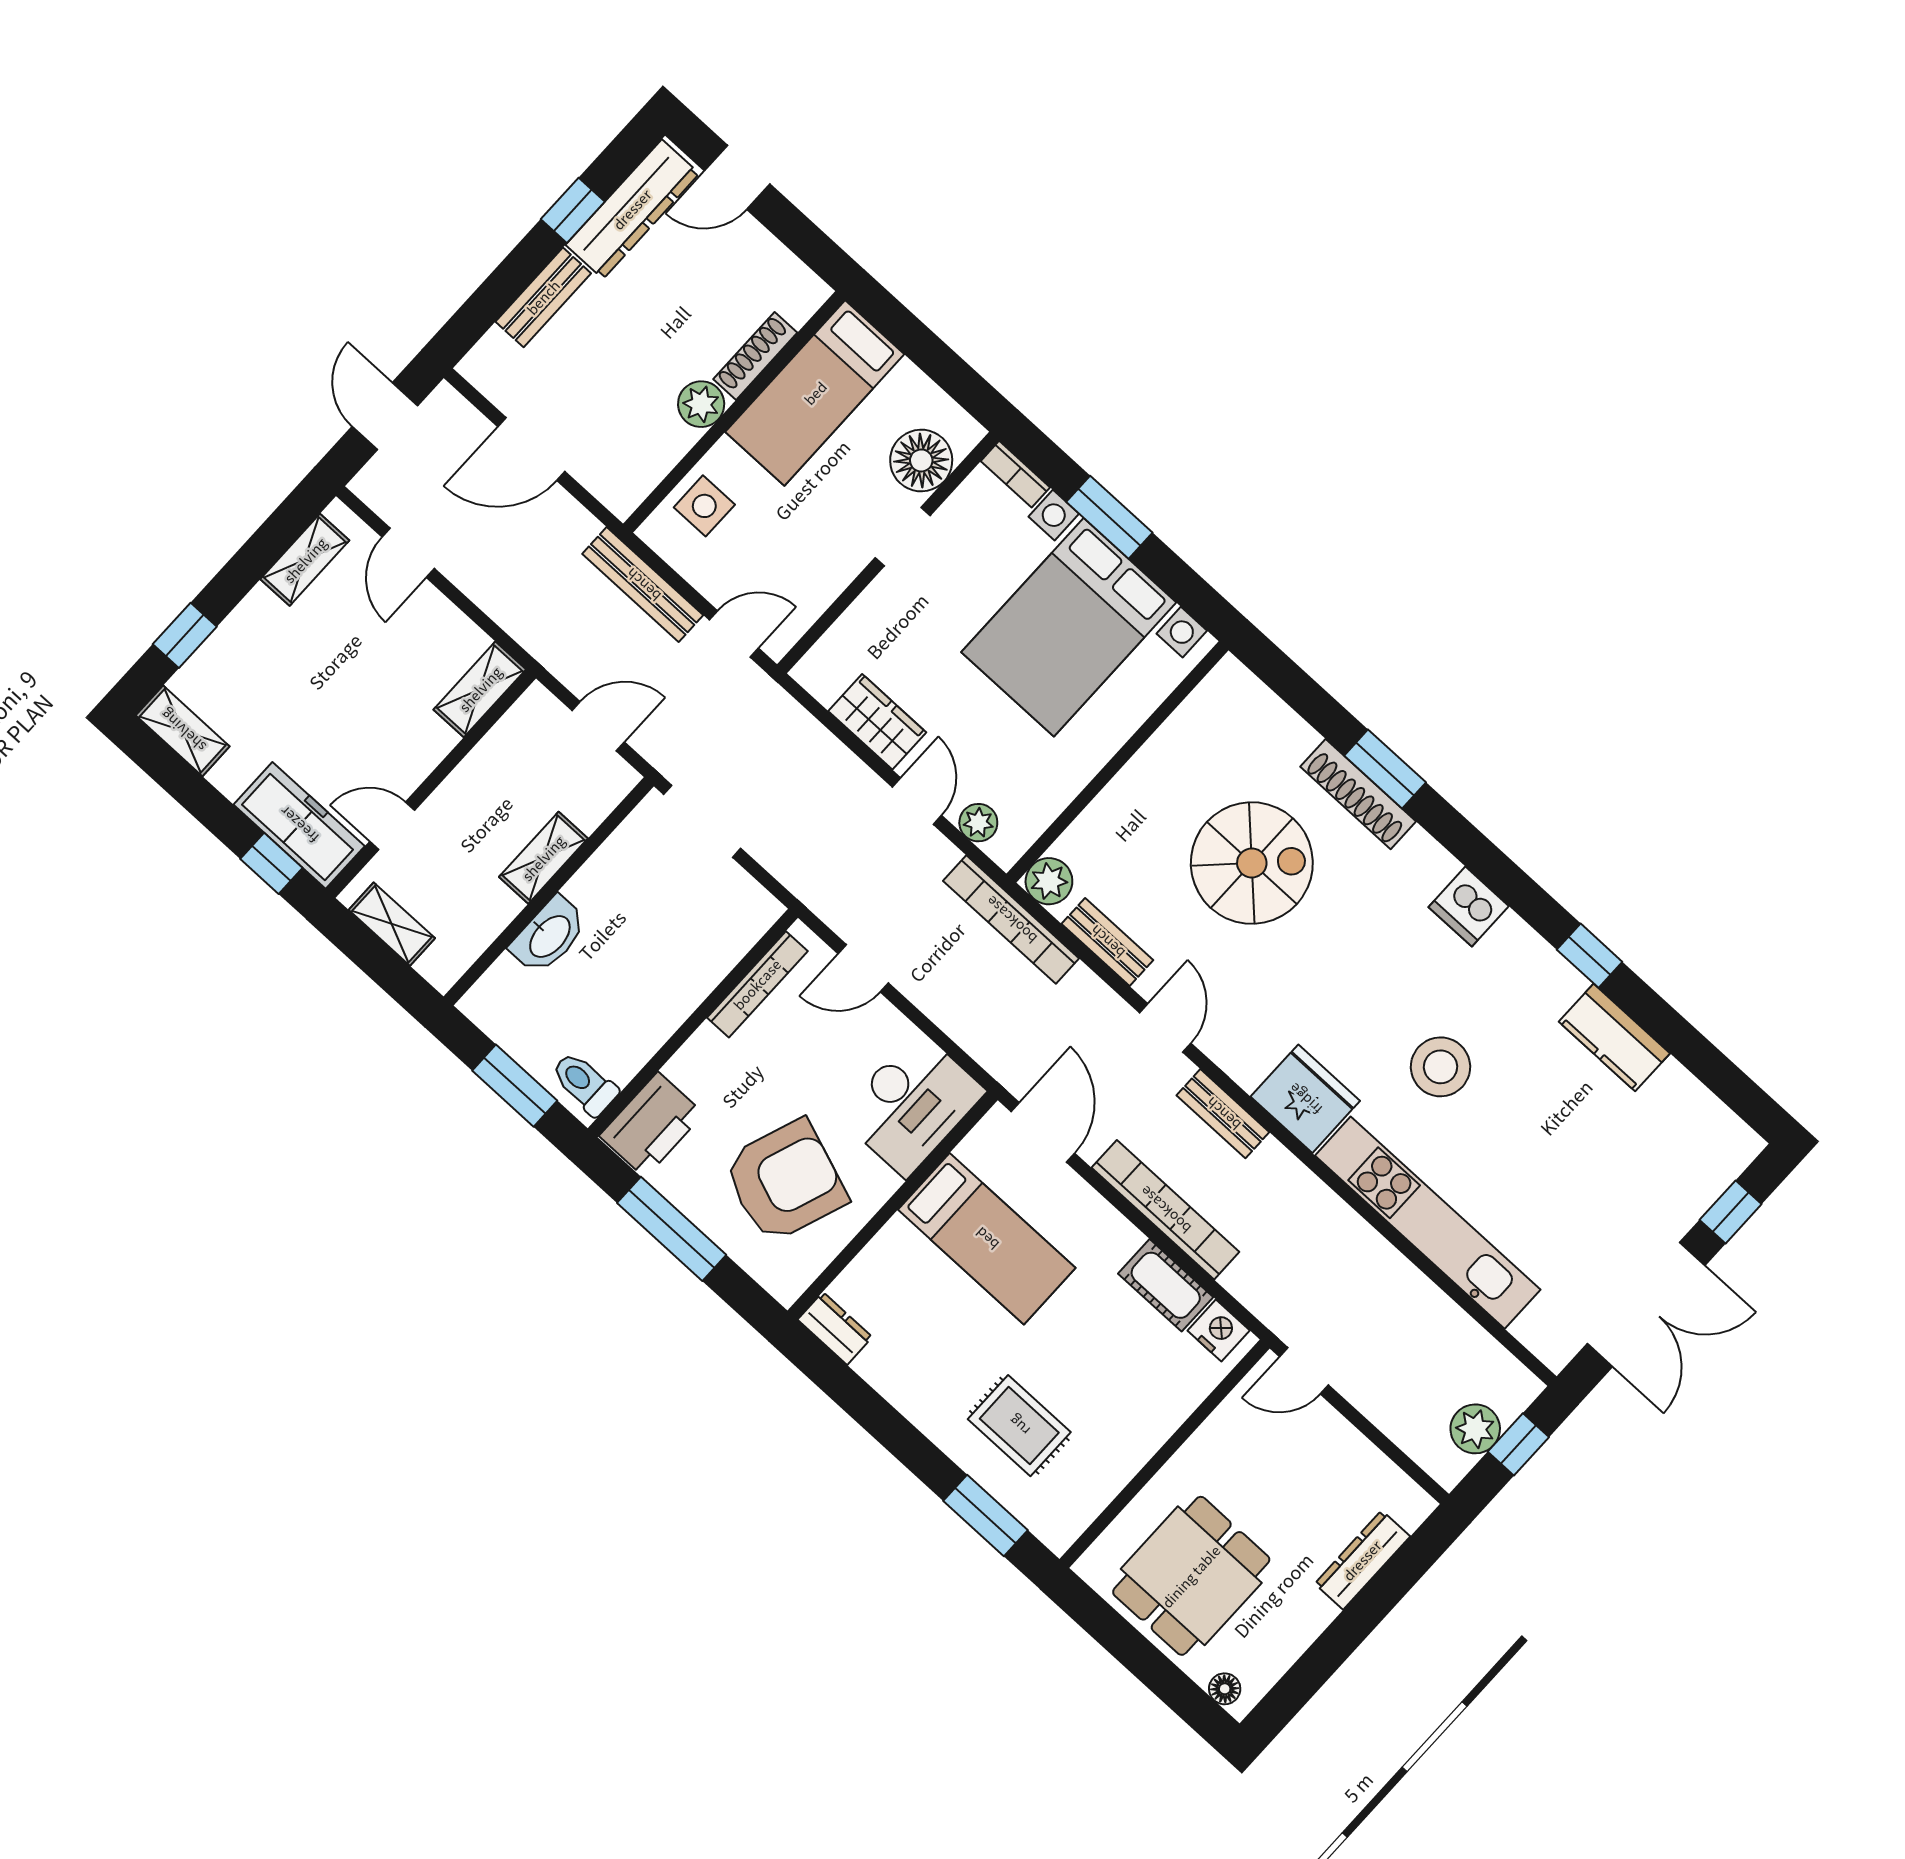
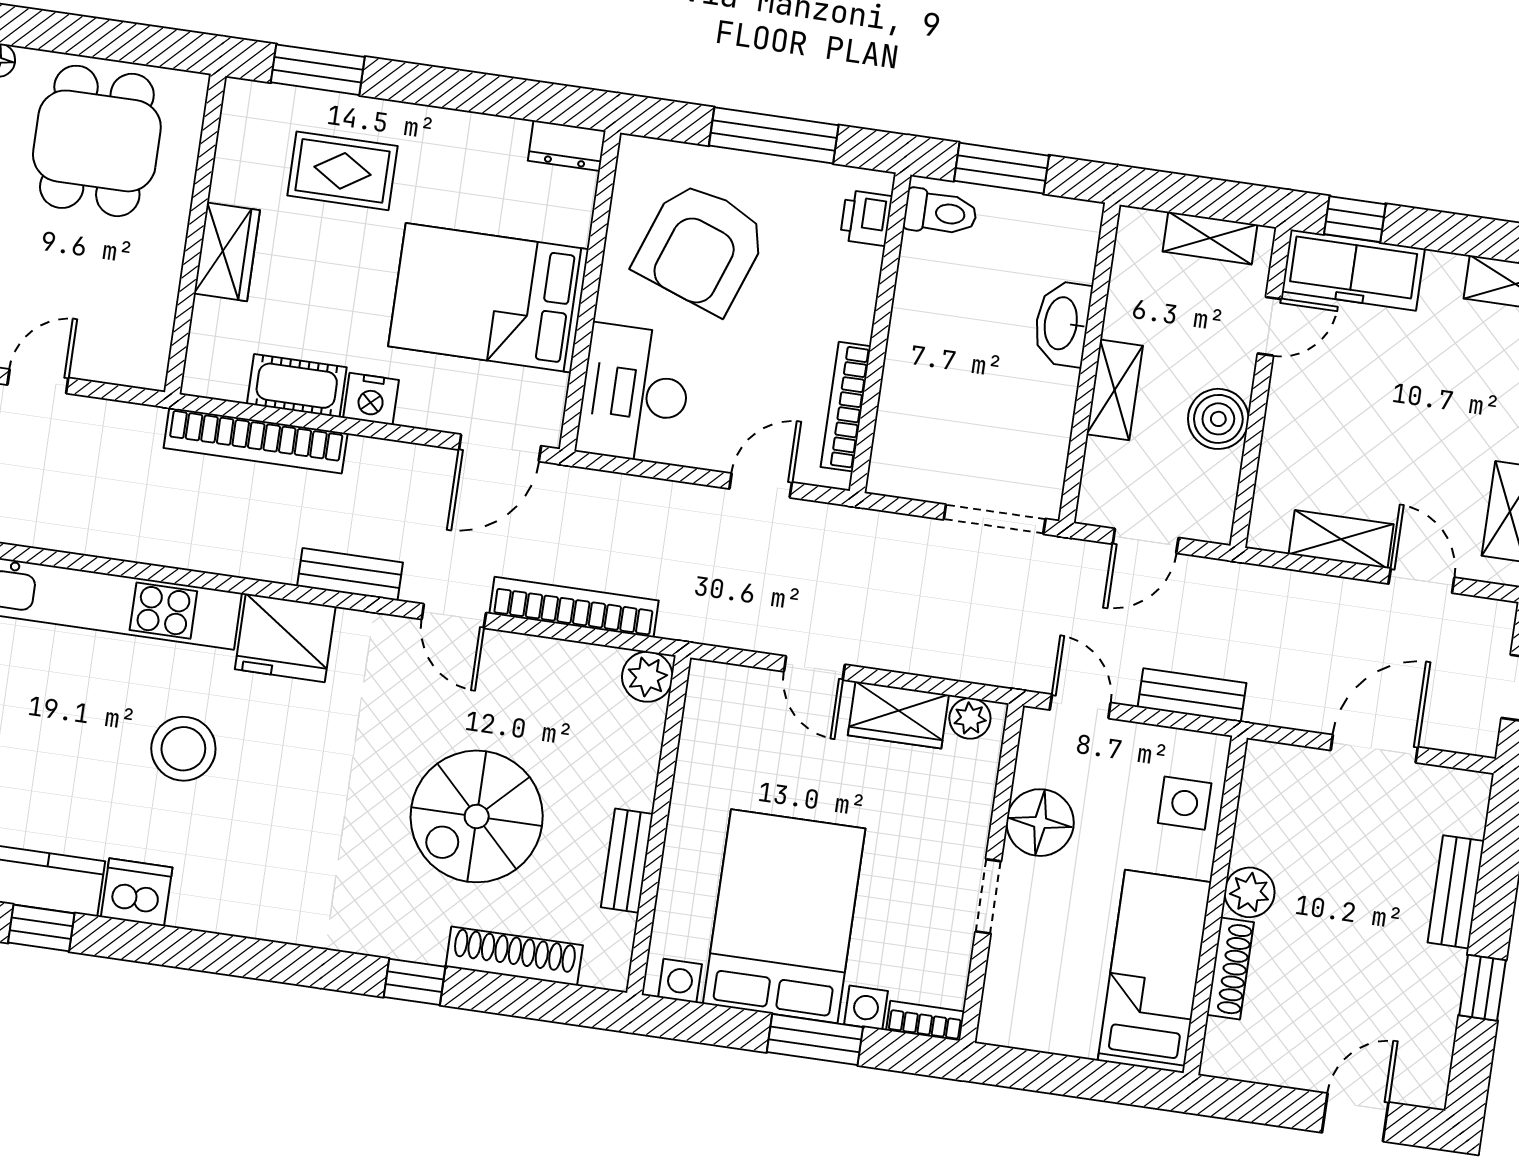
dresser: (632, 209) -> (1430, 1025), removed
floor lamp: (921, 460) -> (1040, 823), moved
bench: (643, 585) -> (1192, 695), width x0.73
door: (734, 634) -> (1080, 706), swing flipped
shelving: (480, 689) -> (1341, 539), moved, turned 90
window: (1385, 769) -> (415, 982), width x0.67
boiler: (479, 782) -> (1218, 419), added
shoe rack: (1358, 794) -> (514, 956), moved
plant: (978, 823) -> (970, 718), moved
dishwasher: (1469, 907) -> (137, 892), moved
bookcase: (1011, 920) -> (574, 607), moved
bench: (1107, 942) -> (627, 861), moved, turned 90
window: (1590, 956) -> (41, 928), moved
printer: (652, 1125) -> (866, 218), width x0.53, depth x0.68
door: (1043, 1132) -> (500, 448), hinge flipped
bookcase: (1165, 1210) -> (256, 441), moved
bed: (987, 1239) -> (488, 298), width x1.50
nightstand: (1219, 1331) -> (371, 399), moved
door: (1304, 1371) -> (38, 381), moved
wardrobe: (1149, 1424) -> (227, 252), added

